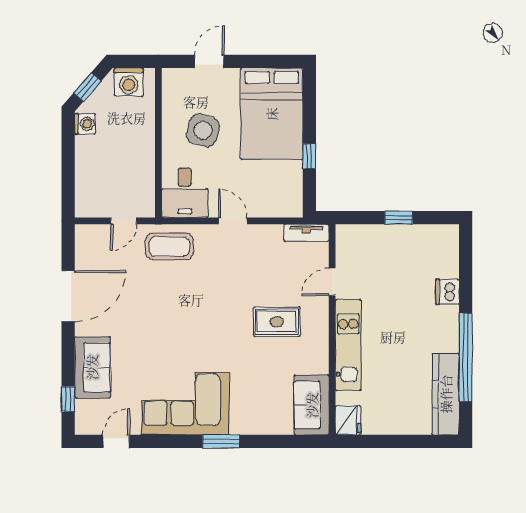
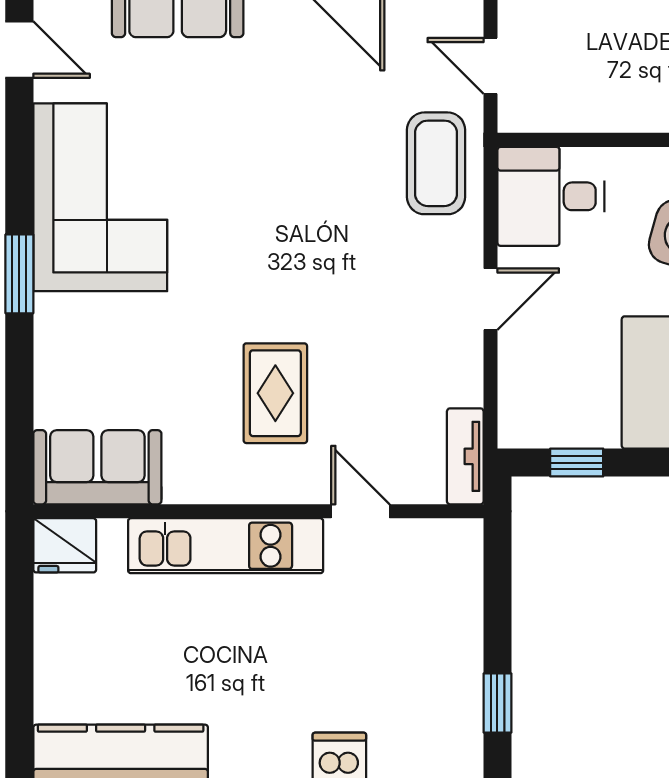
window: (309, 156) -> (577, 463), moved
window: (399, 218) -> (497, 703), moved

